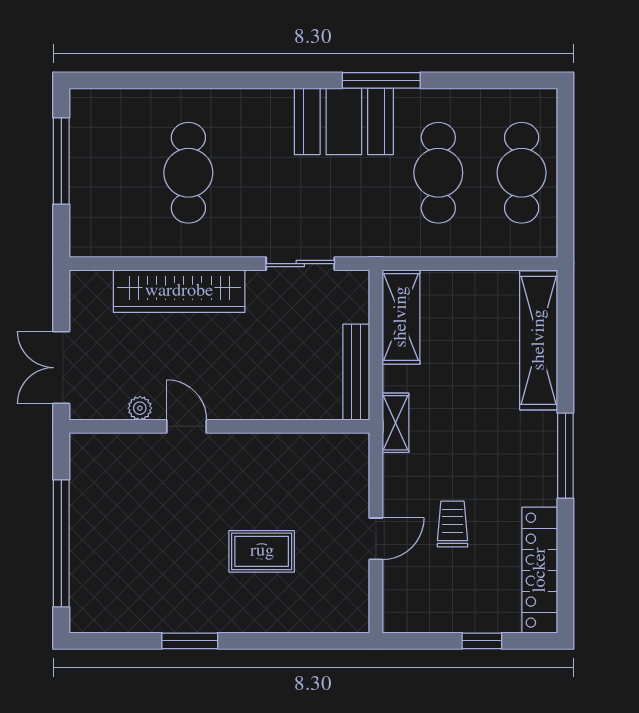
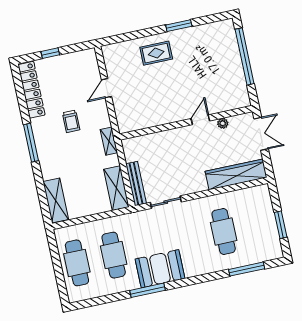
window: (156, 80) -> (247, 269), added
window: (61, 161) -> (281, 225), width x0.69
wardrobe: (179, 291) -> (236, 174), moved
shelving: (539, 340) -> (56, 201), width x0.68
bench: (356, 372) -> (136, 183), moved
door: (187, 426) -> (200, 120), swing flipped
trolley: (452, 524) -> (71, 121), moved
rug: (262, 551) -> (156, 53), moved

